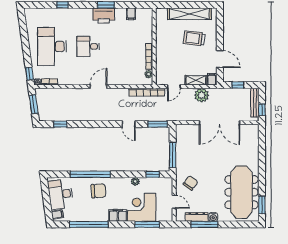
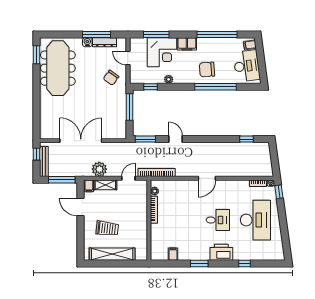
printer: (104, 16) -> (221, 252), moved
window: (238, 85) -> (62, 180), width x2.17
window: (34, 104) -> (275, 160), removed

